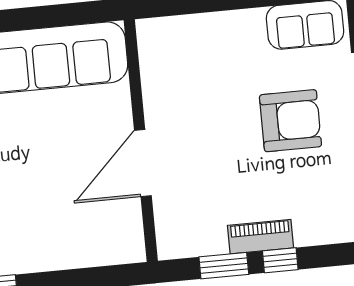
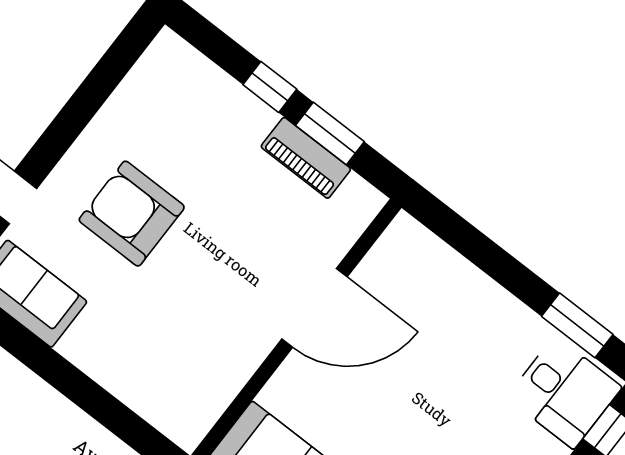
piano: (260, 237) -> (306, 158), moved

